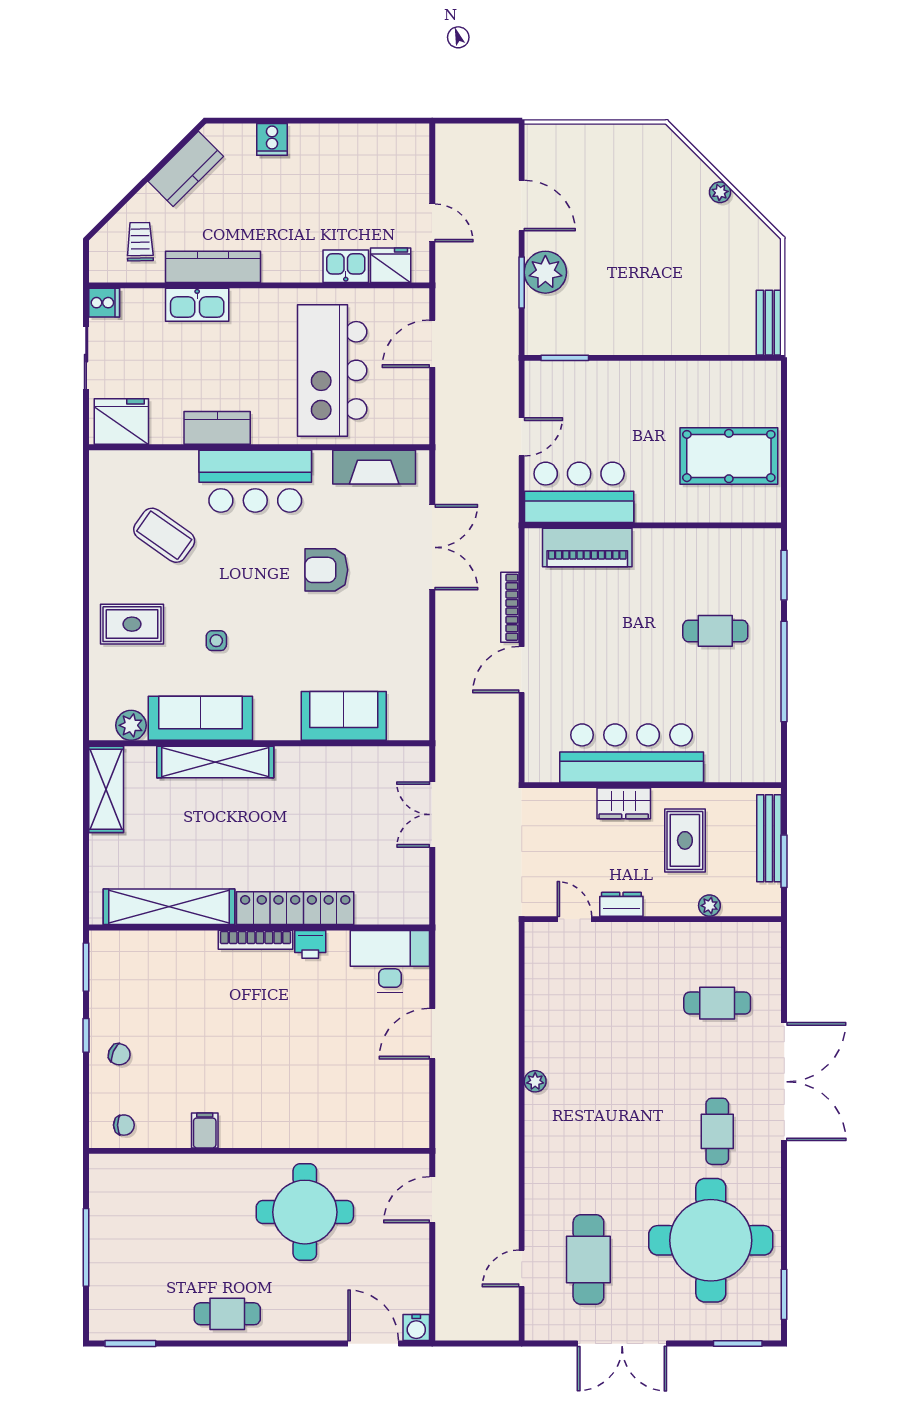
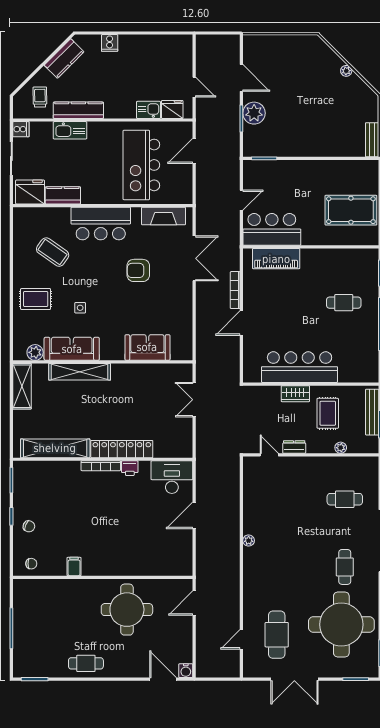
kitchen counter: (217, 428) -> (63, 195), moved

